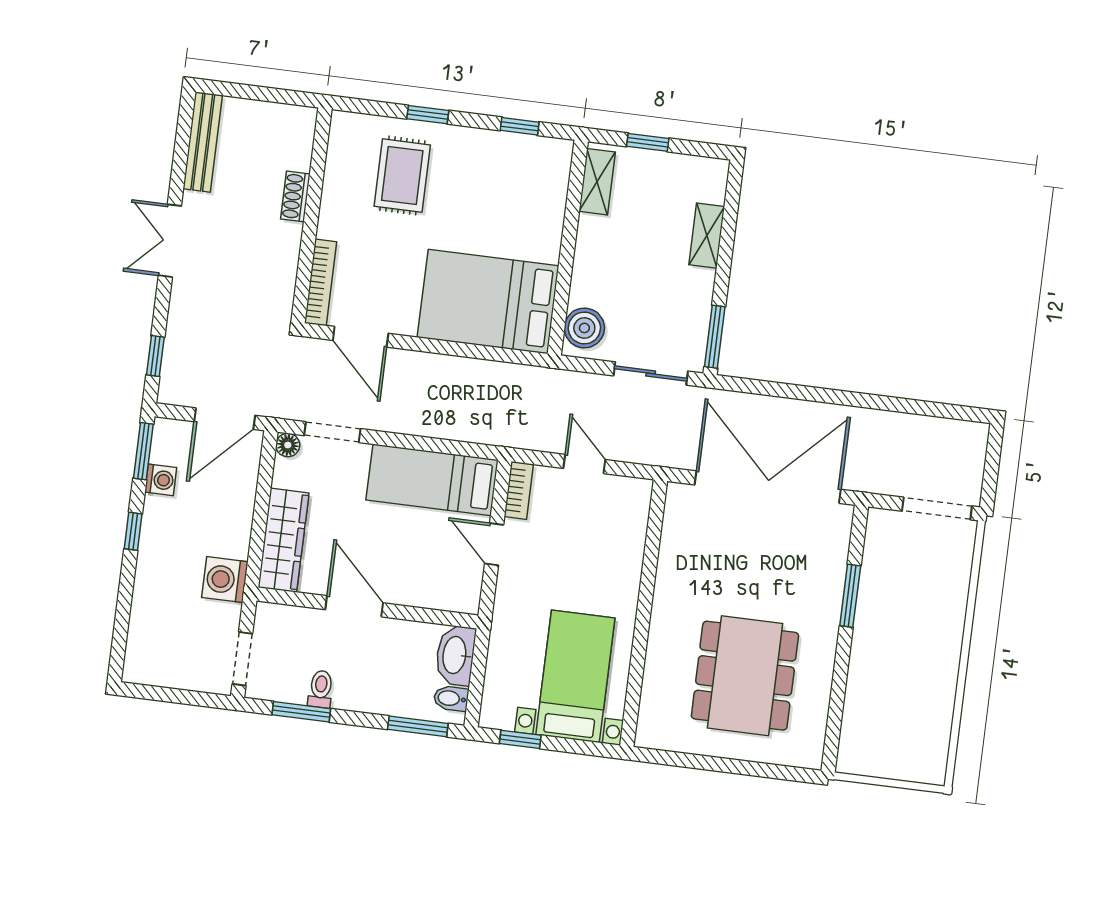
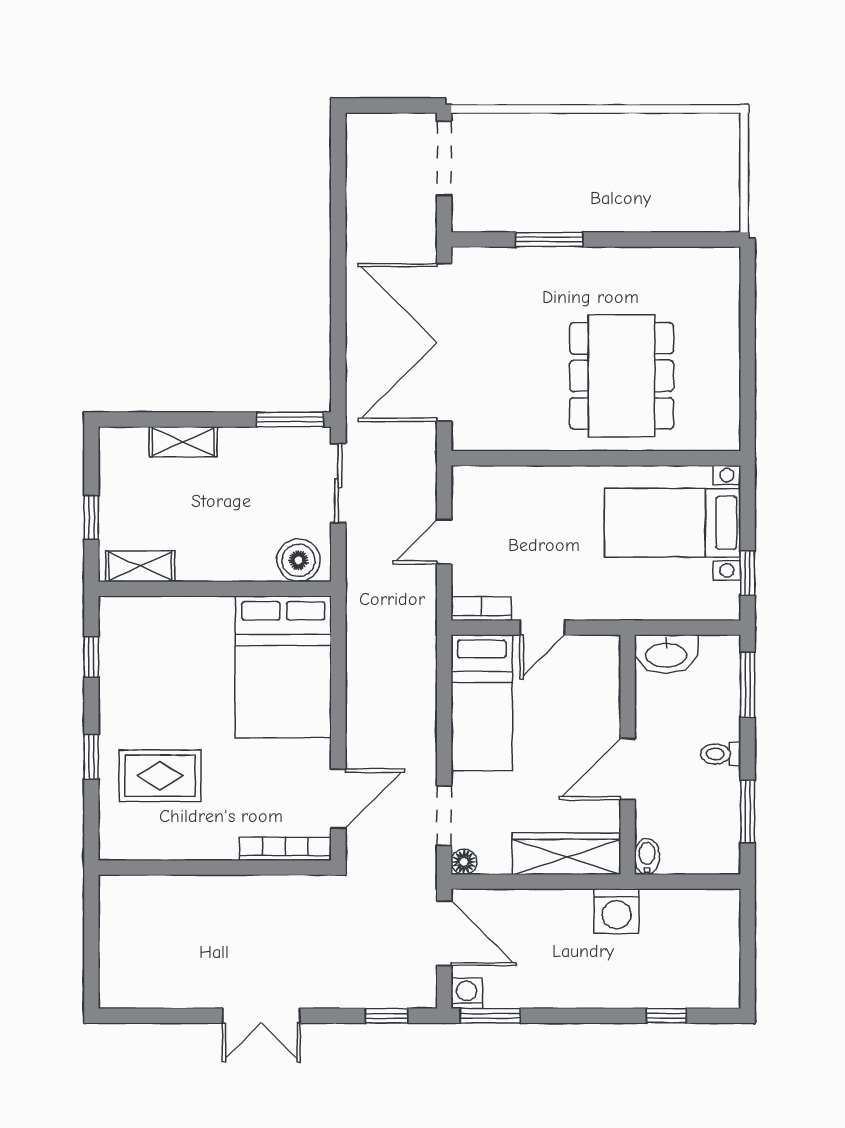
bench: (203, 142) -> (151, 994), removed
shoe rack: (295, 196) -> (197, 887), removed
washing machine: (161, 480) -> (467, 993), moved
window: (133, 531) -> (666, 1016), moved
doorway: (242, 659) -> (699, 882), removed
dining table: (745, 676) -> (622, 376), moved, turned 90
toilet: (321, 689) -> (721, 754), moved
bidet: (451, 698) -> (647, 856), moved, turned 180

